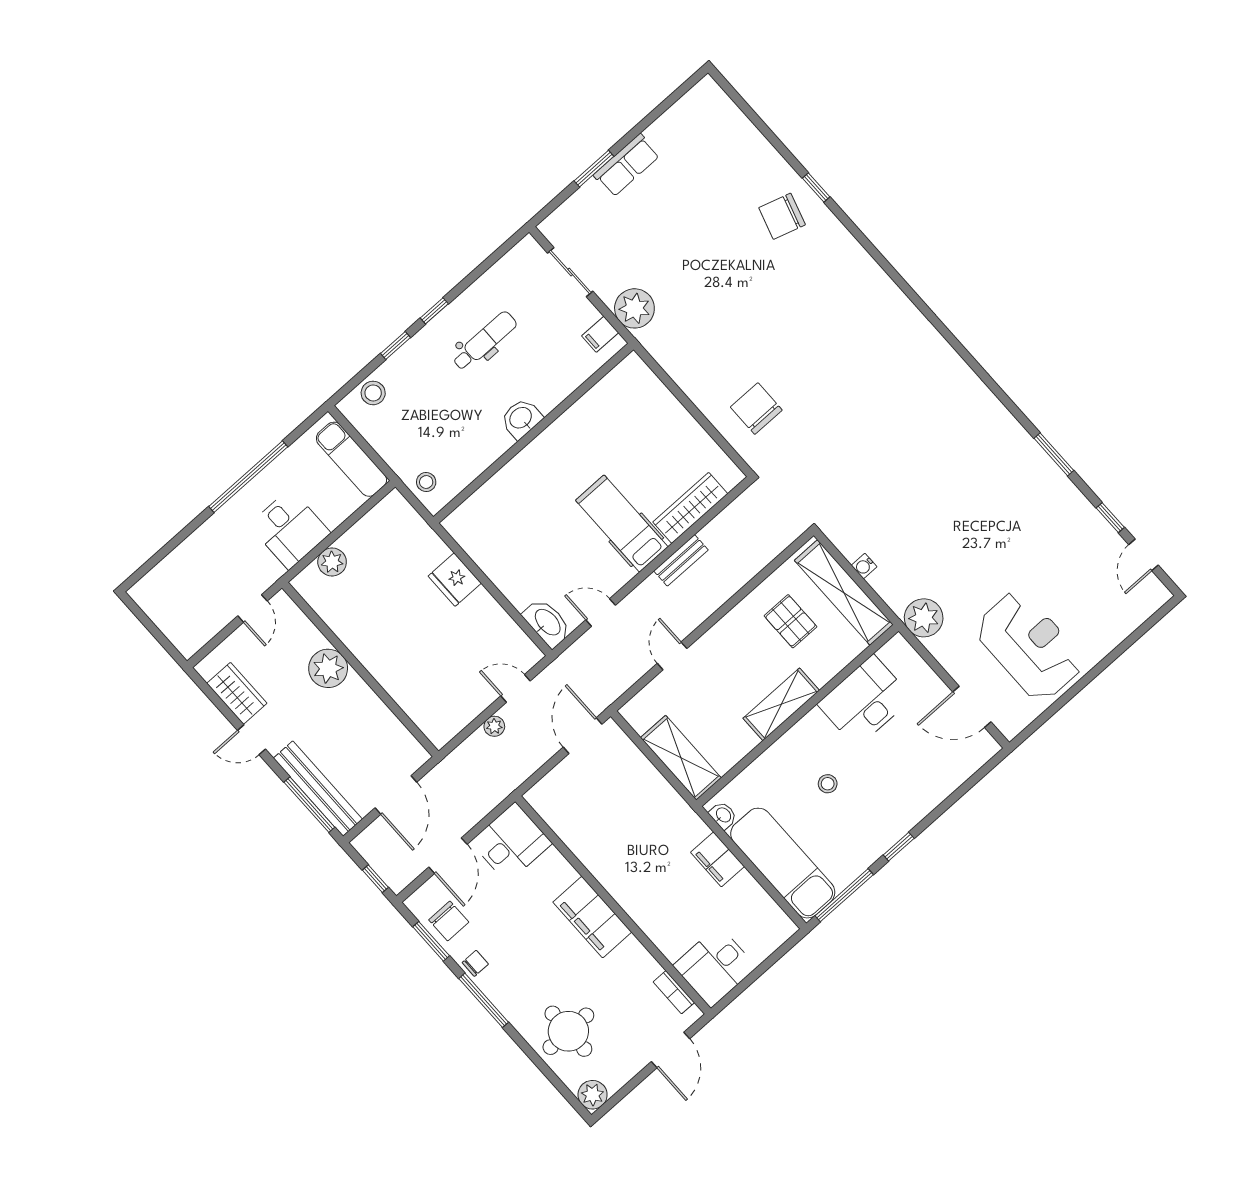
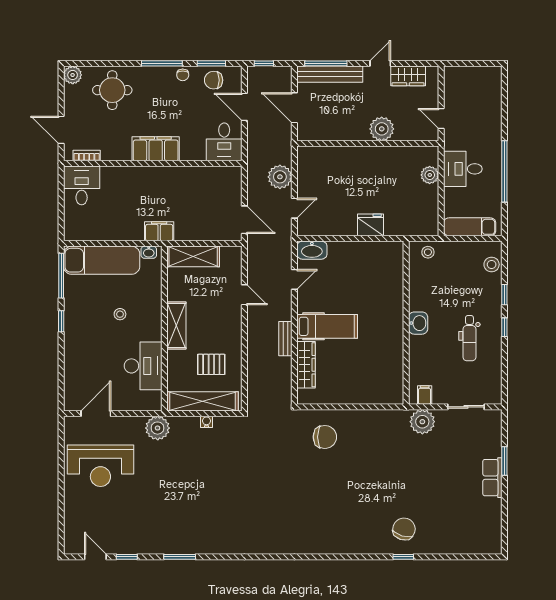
plant: (494, 726) -> (280, 177), width x1.88, depth x1.88
filing cabinet: (717, 859) -> (159, 231), moved

